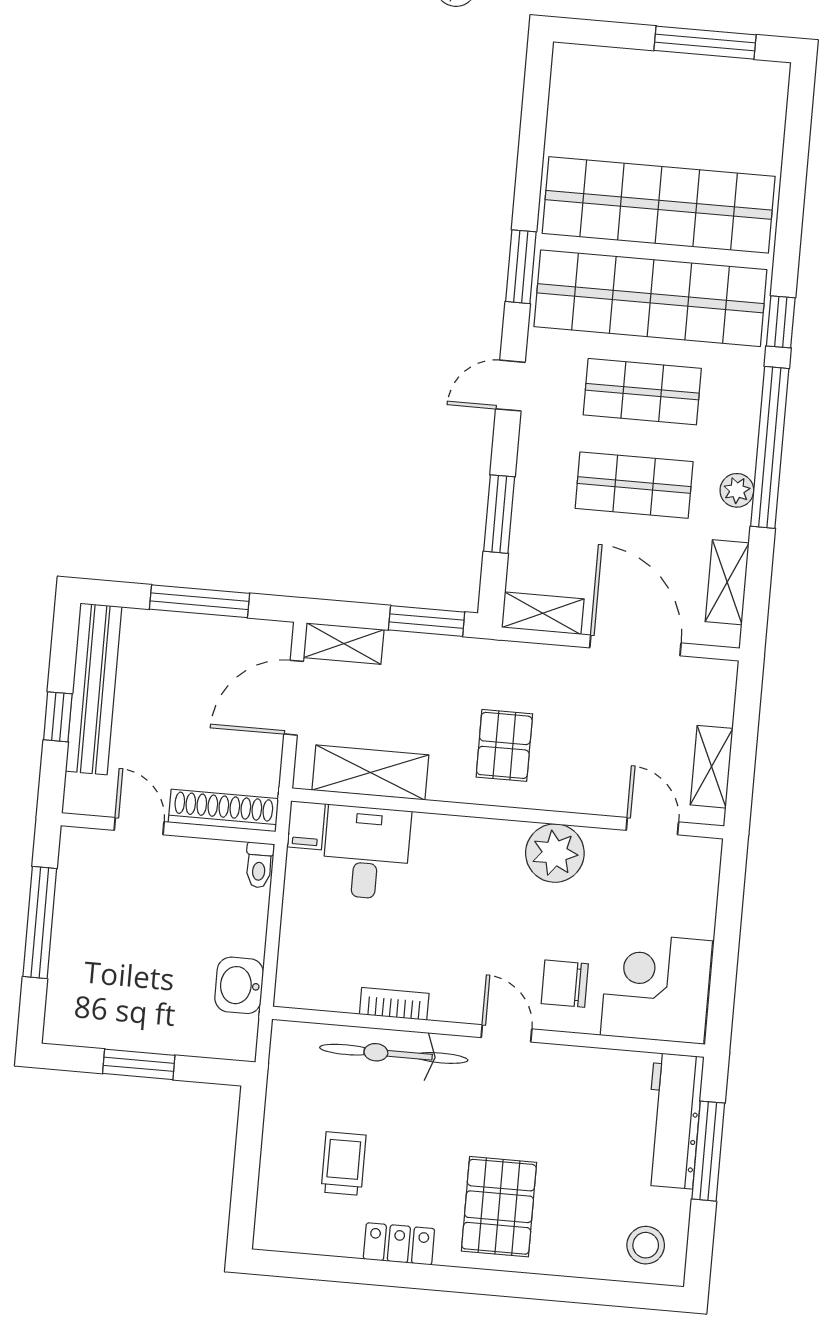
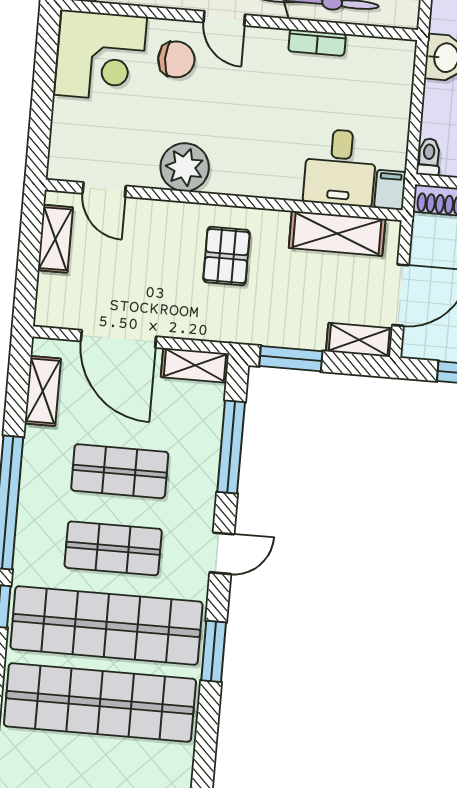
plant: (737, 490) -> (35, 467), removed
window: (499, 514) -> (231, 447), width x1.44

